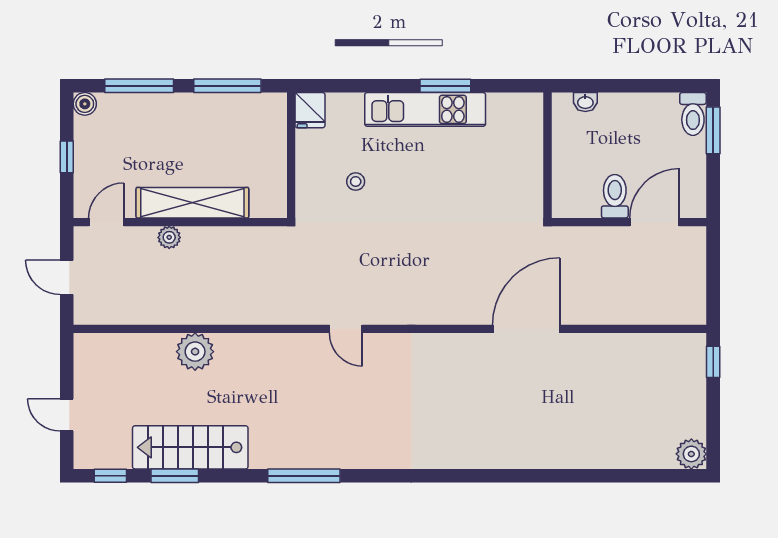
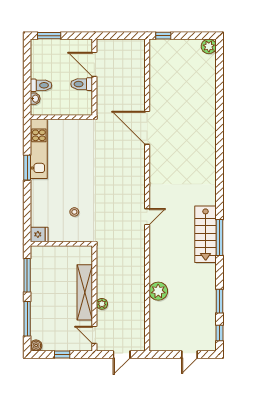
kitchen unit: (425, 109) -> (39, 149), moved
toilet: (693, 114) -> (41, 85), moved
stairs: (190, 447) -> (206, 234), moved

